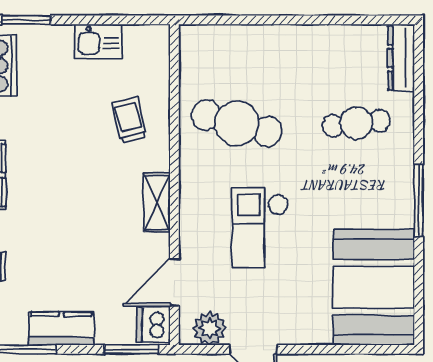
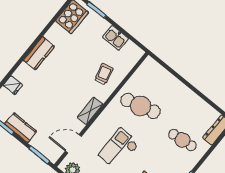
cafe table: (237, 123) -> (141, 106), turned -30
dishwasher: (154, 325) -> (54, 153), removed

